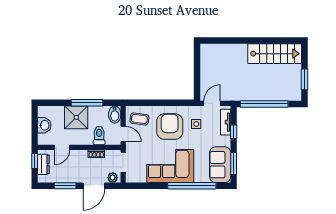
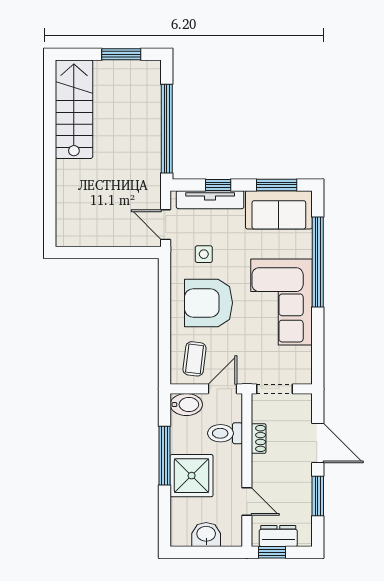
tv unit: (226, 122) -> (210, 200), width x1.41
plant: (113, 178) -> (303, 408), removed

